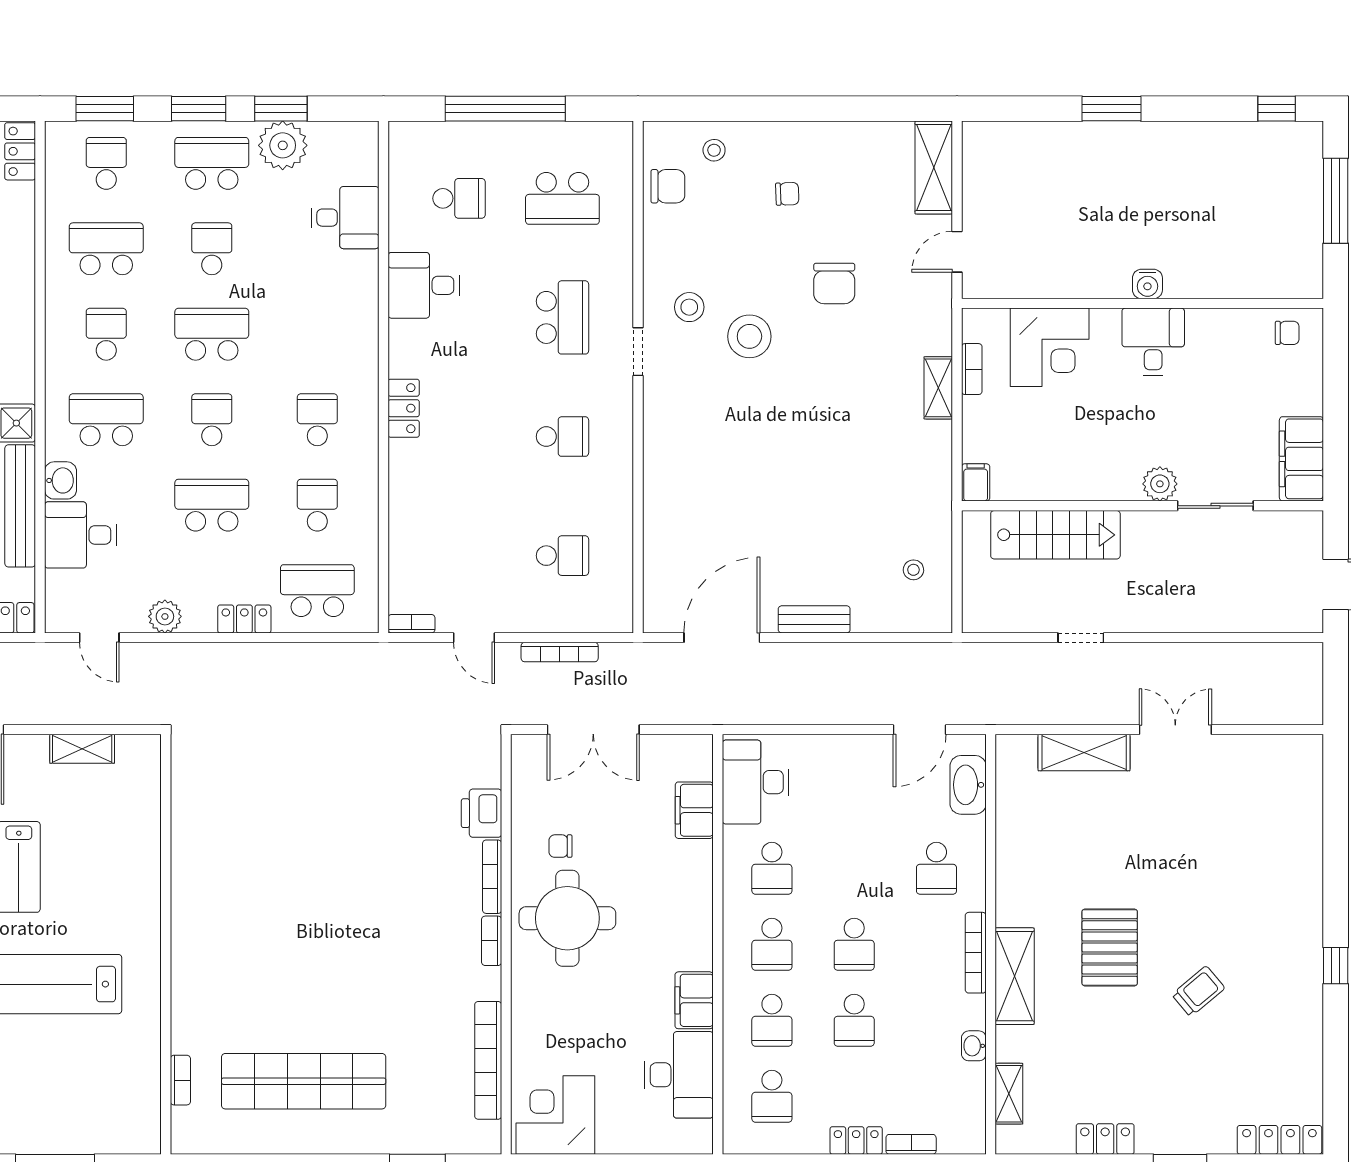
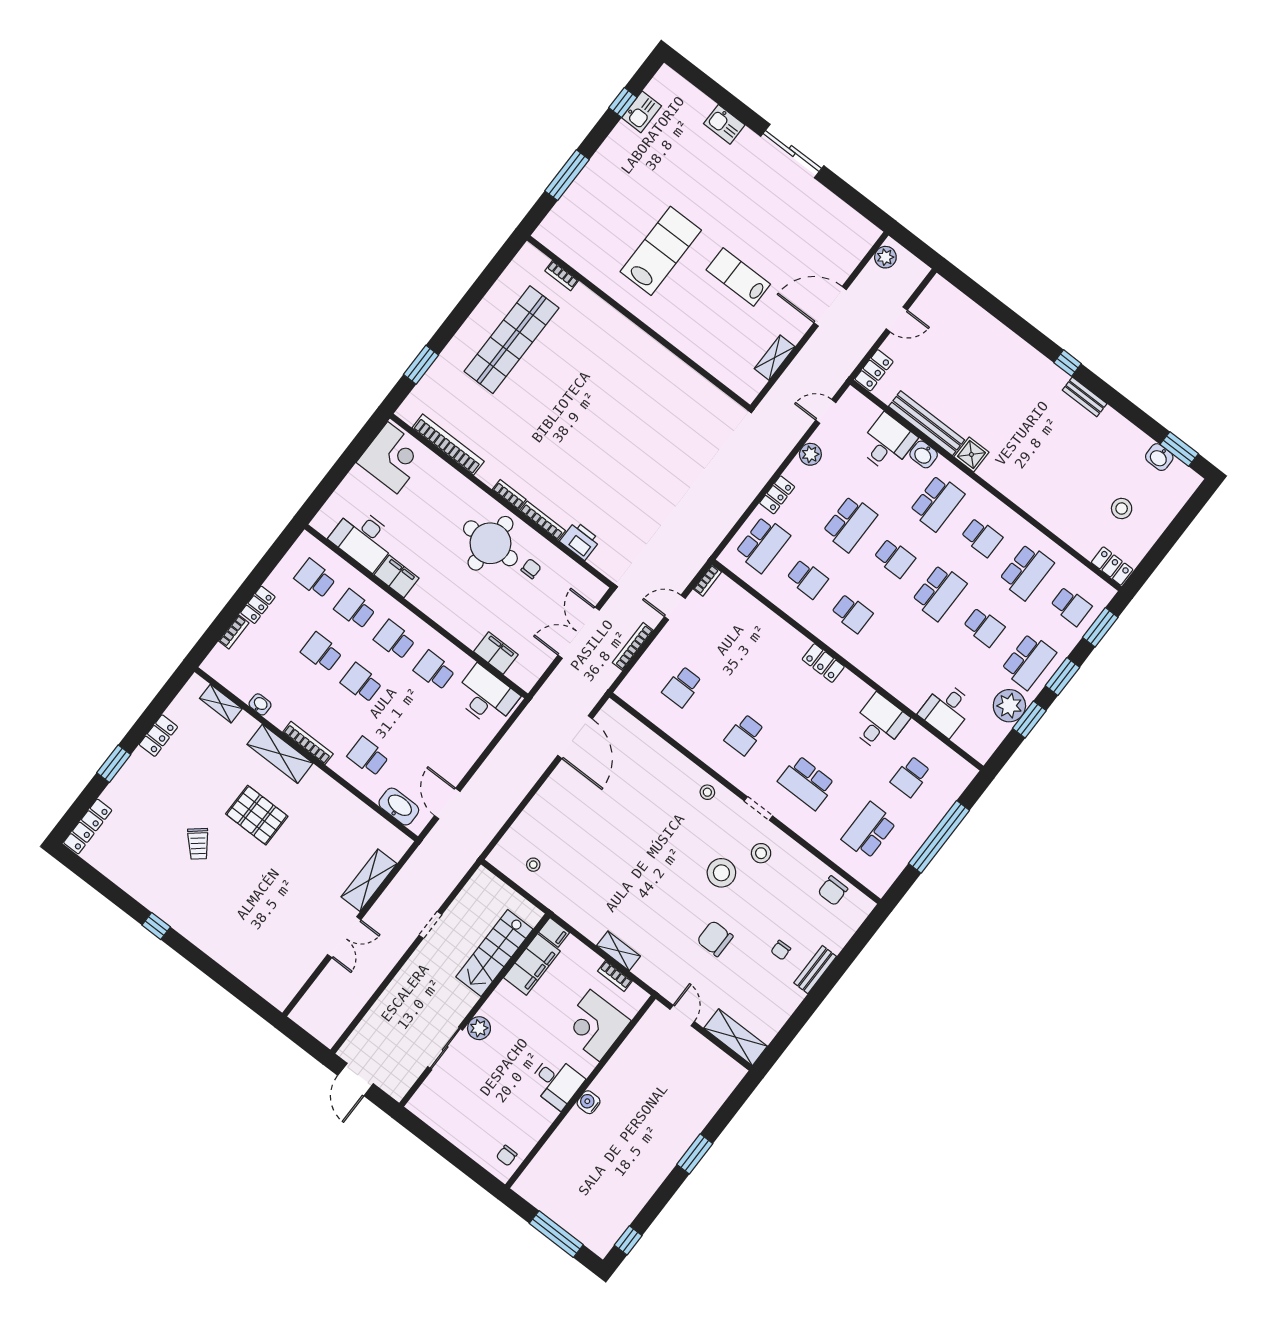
stool: (714, 150) -> (707, 792), moved
filing cabinet: (1301, 459) -> (532, 964), moved, turned 90
bench: (814, 619) -> (815, 970), moved

